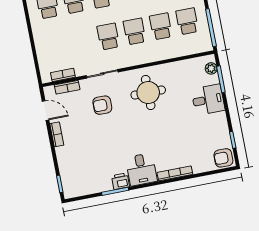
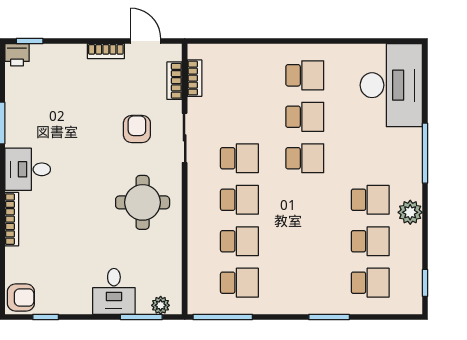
door: (46, 111) -> (145, 41), swing flipped
armchair: (223, 158) -> (21, 297), turned 90
printer: (121, 181) -> (17, 55), moved, turned 90

